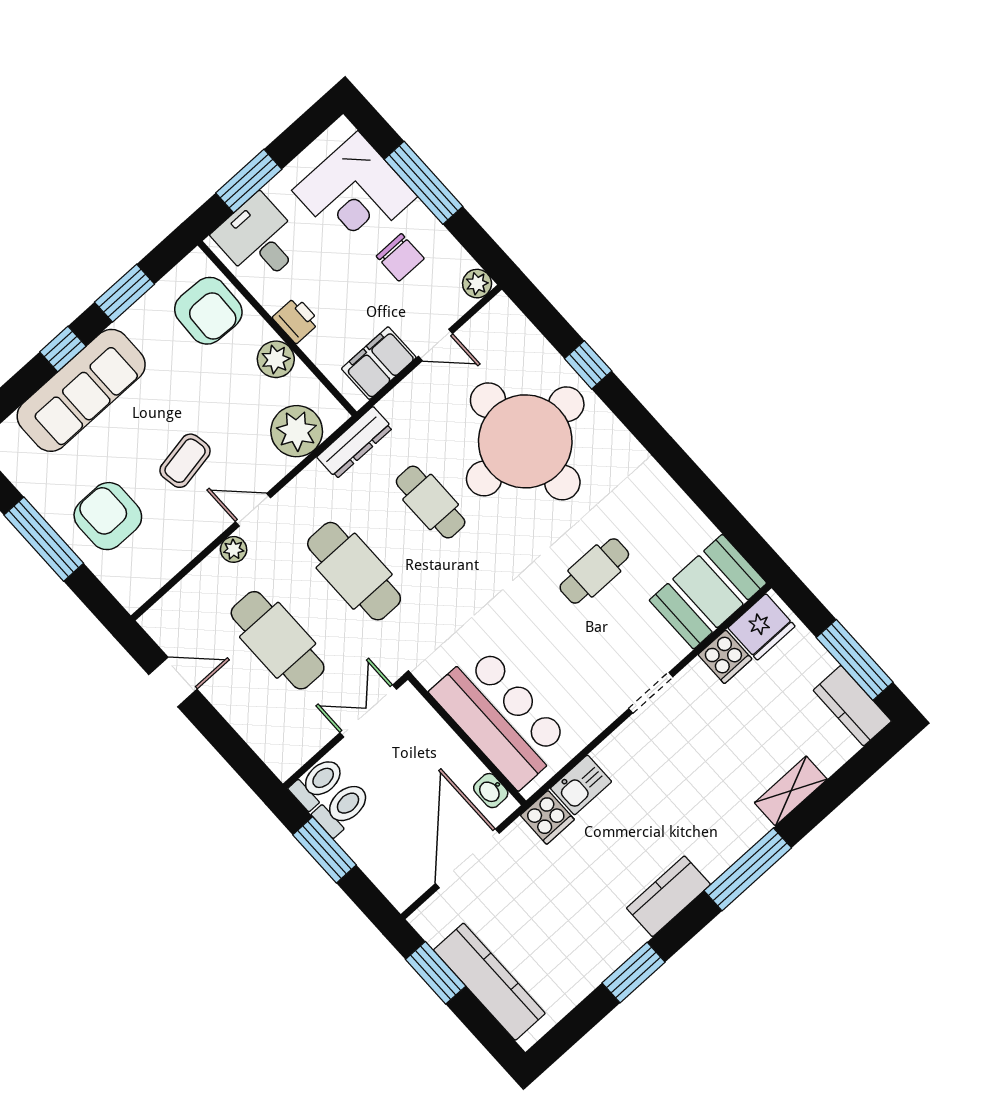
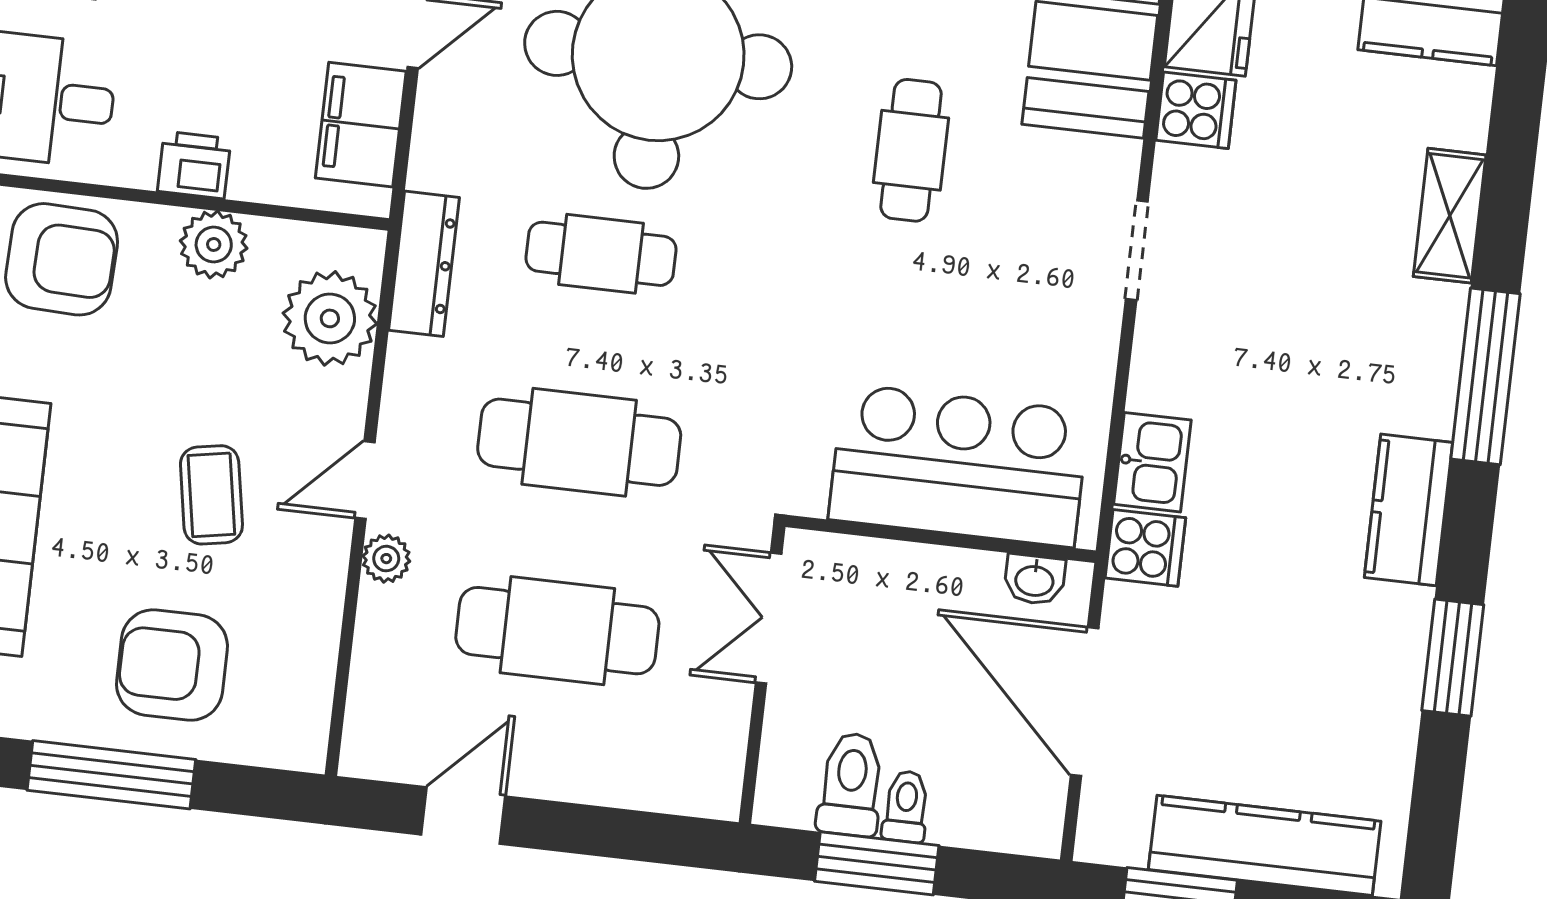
toilet: (318, 783) -> (906, 806), moved, width x0.73, depth x0.72

